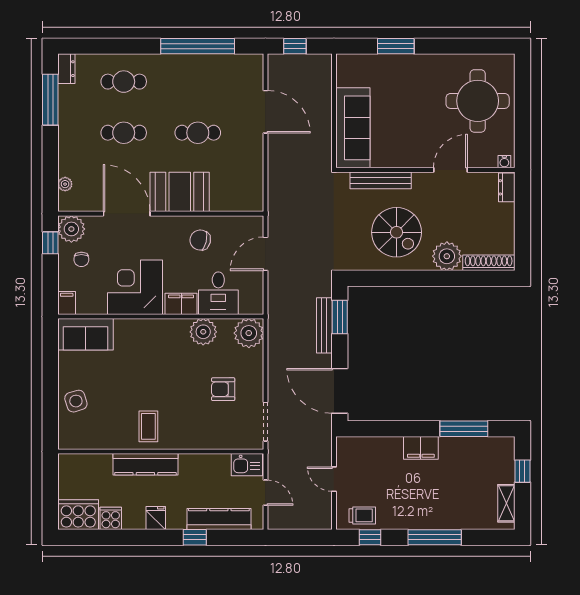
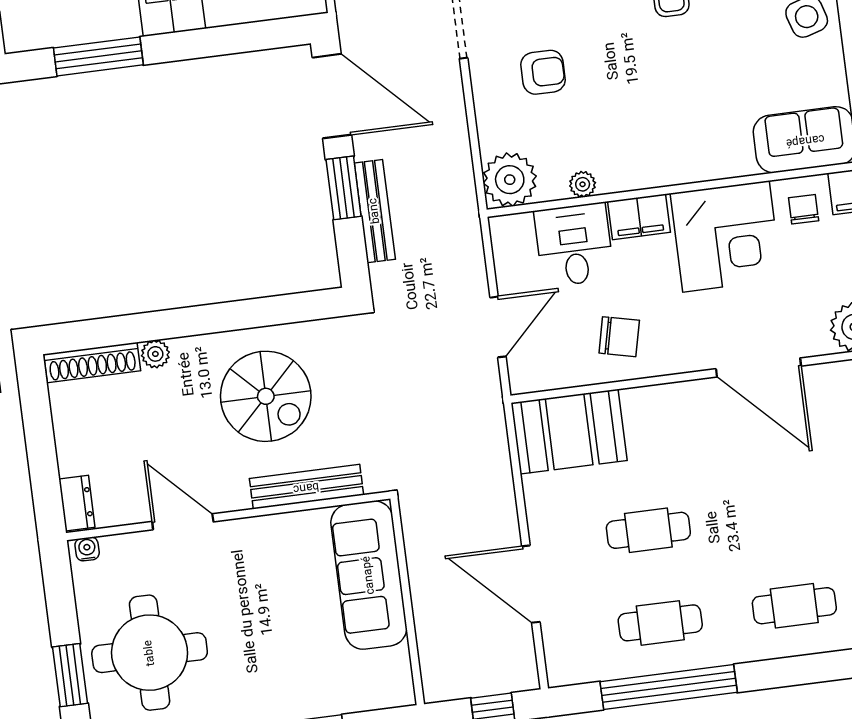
window: (522, 94) -> (70, 675), added
cafe table: (124, 133) -> (660, 623), moved
door: (450, 170) -> (183, 522), swing flipped
booth: (180, 192) -> (569, 432), moved
spiral stairs: (397, 232) -> (266, 396), turned 180
plant: (447, 256) -> (155, 354), width x0.53, depth x0.53
chair: (81, 259) -> (804, 209), moved
window: (340, 317) -> (344, 188), moved
plant: (203, 332) -> (583, 184), width x0.53, depth x0.53

